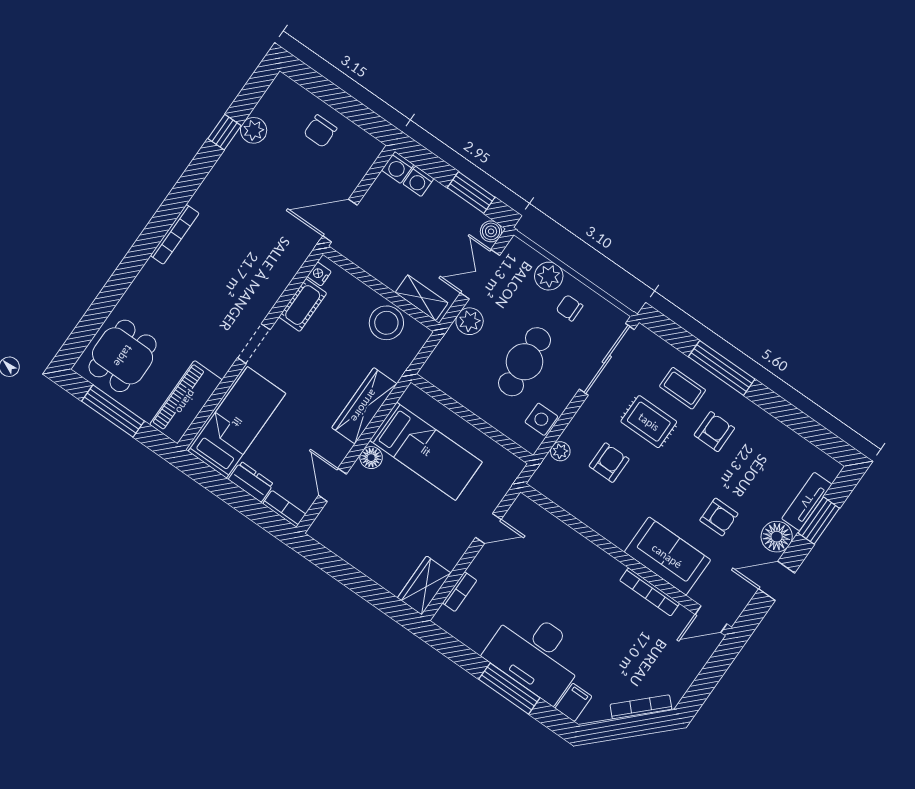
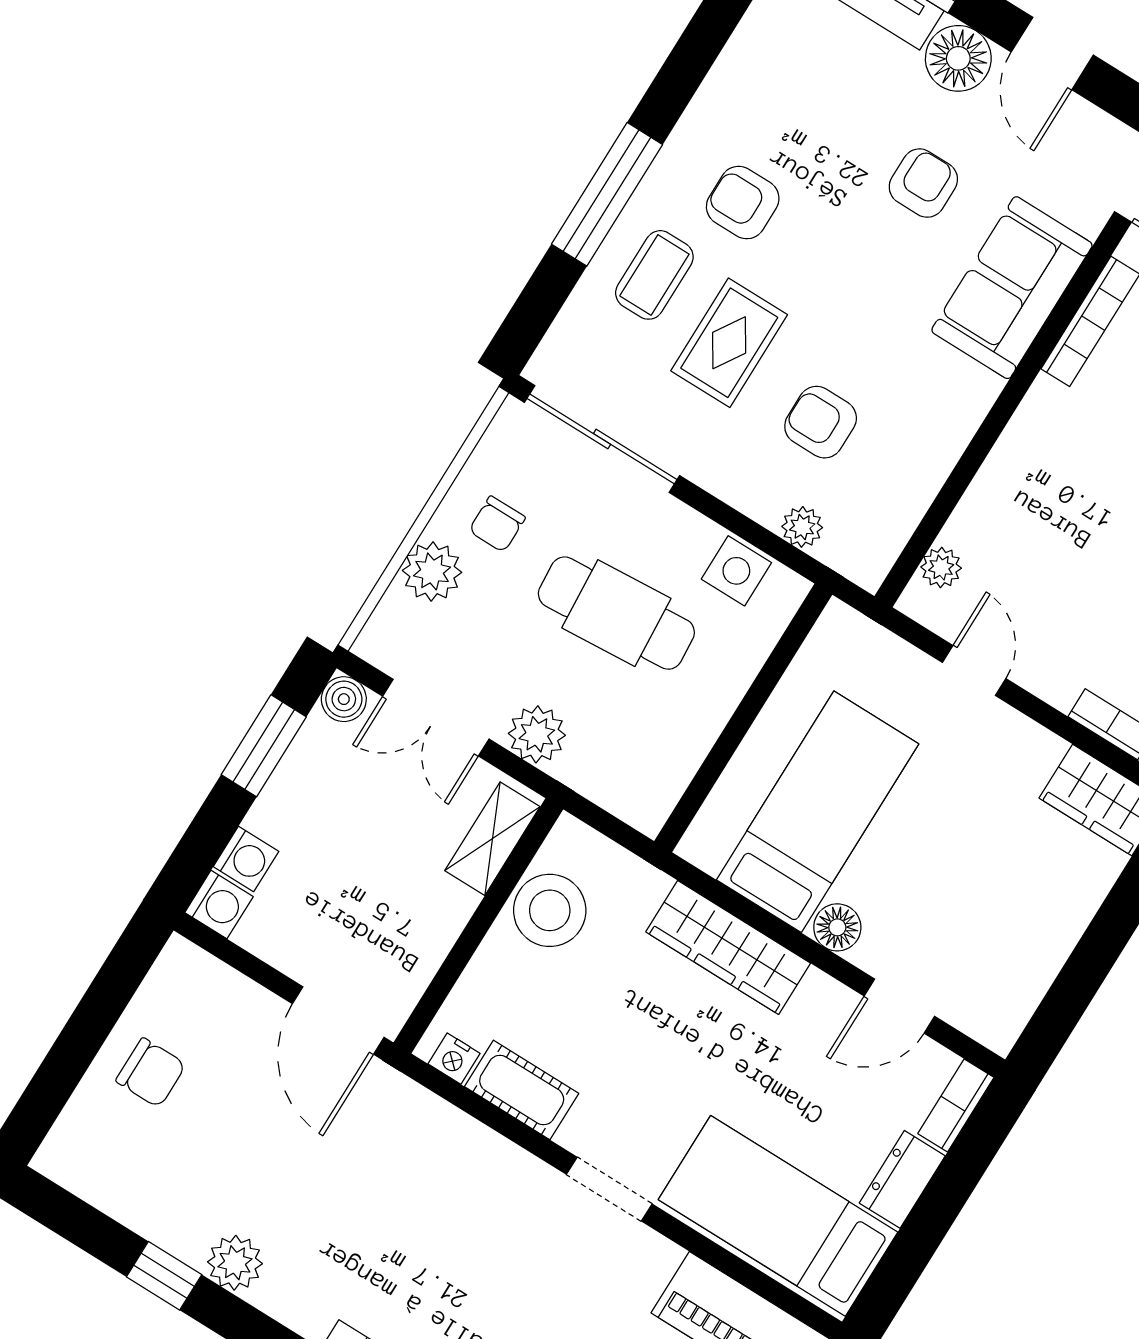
plant: (254, 130) -> (235, 1263), moved
plant: (538, 516) -> (941, 568), added

